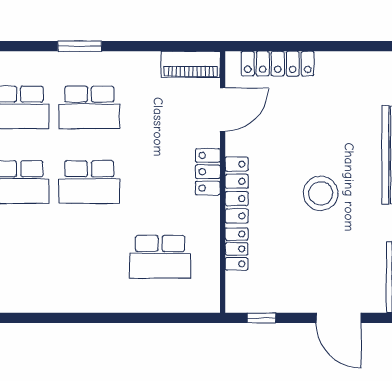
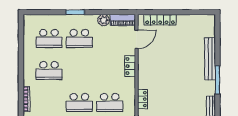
plant: (146, 65) -> (104, 20), added
school desk: (89, 182) -> (79, 102), moved
locker: (237, 190) -> (142, 74), removed
stool: (321, 193) -> (178, 75), removed

